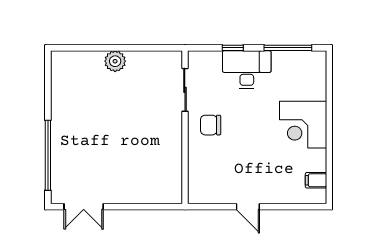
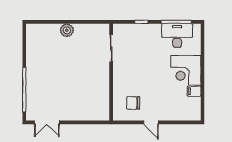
desk: (247, 70) -> (177, 36), moved
chair: (211, 125) -> (133, 103), moved
filing cabinet: (316, 180) -> (194, 91), moved

